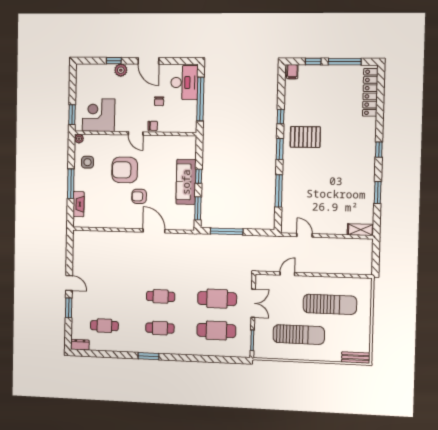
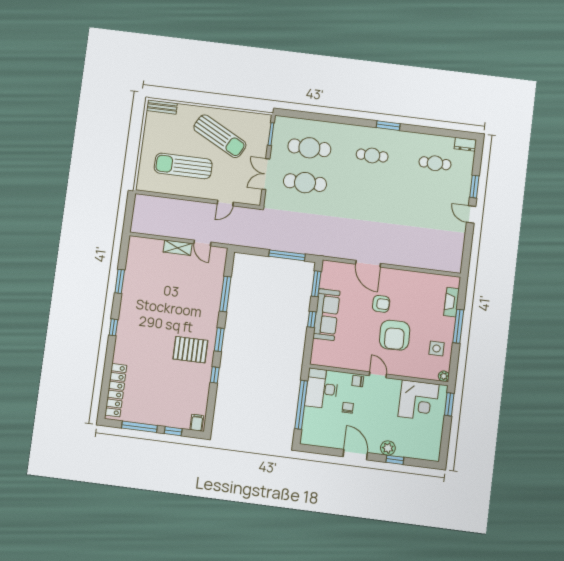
desk: (184, 83) -> (322, 389), moved
armchair: (125, 170) -> (395, 335), turned 88
shelving: (360, 230) -> (178, 248), moved
cafe table: (161, 296) -> (368, 190), removed
sun lounger: (299, 335) -> (220, 136), turned -152

